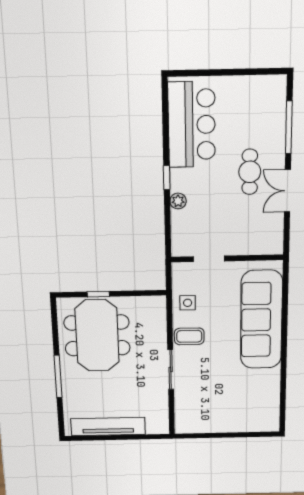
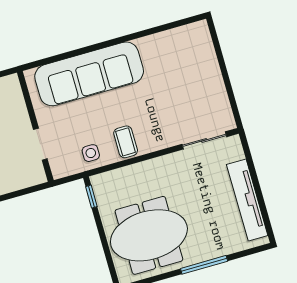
window: (98, 294) -> (91, 197), moved
sliding door: (171, 369) -> (204, 140), moved

